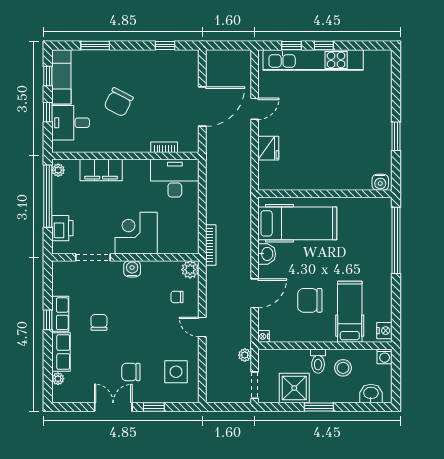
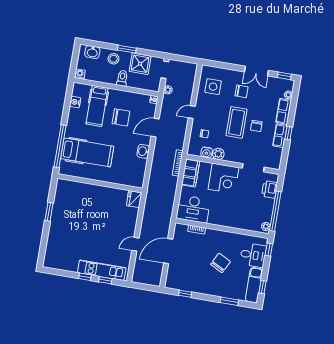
kitchen unit: (313, 60) -> (102, 270), width x0.73
window: (48, 112) -> (269, 250), moved
fridge: (268, 148) -> (134, 199), moved
filing cabinet: (101, 170) -> (191, 173), moved, turned 90
water cooler: (380, 182) -> (64, 184), removed
hospital bed: (297, 223) -> (87, 152), moved, turned 180
water cooler: (132, 269) -> (207, 152), moved
plant: (190, 270) -> (218, 154), moved
coffee table: (130, 323) -> (237, 122), added
door: (202, 327) -> (192, 112), swing flipped
nightstand: (384, 331) -> (75, 102), moved
stool: (343, 368) -> (113, 59), moved
window: (154, 407) -> (284, 76), moved

